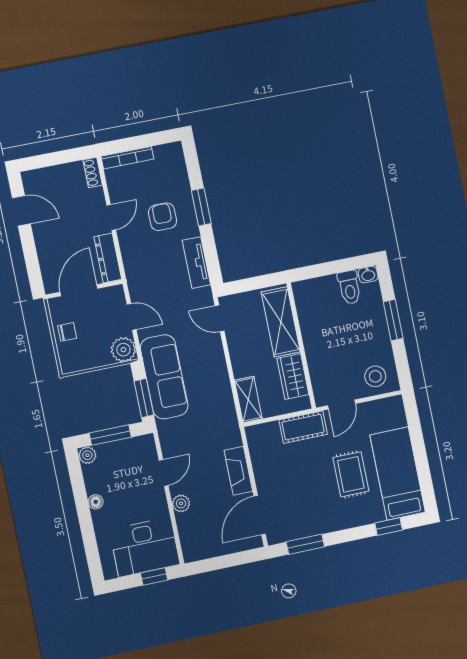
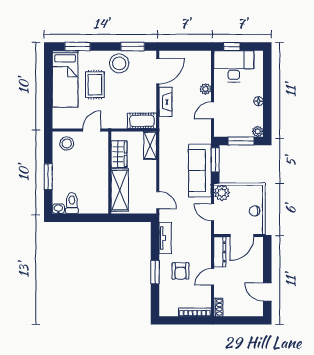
cot: (303, 427) -> (142, 121), moved
stool: (321, 514) -> (119, 63), added
window: (389, 527) -> (78, 47), width x1.50

